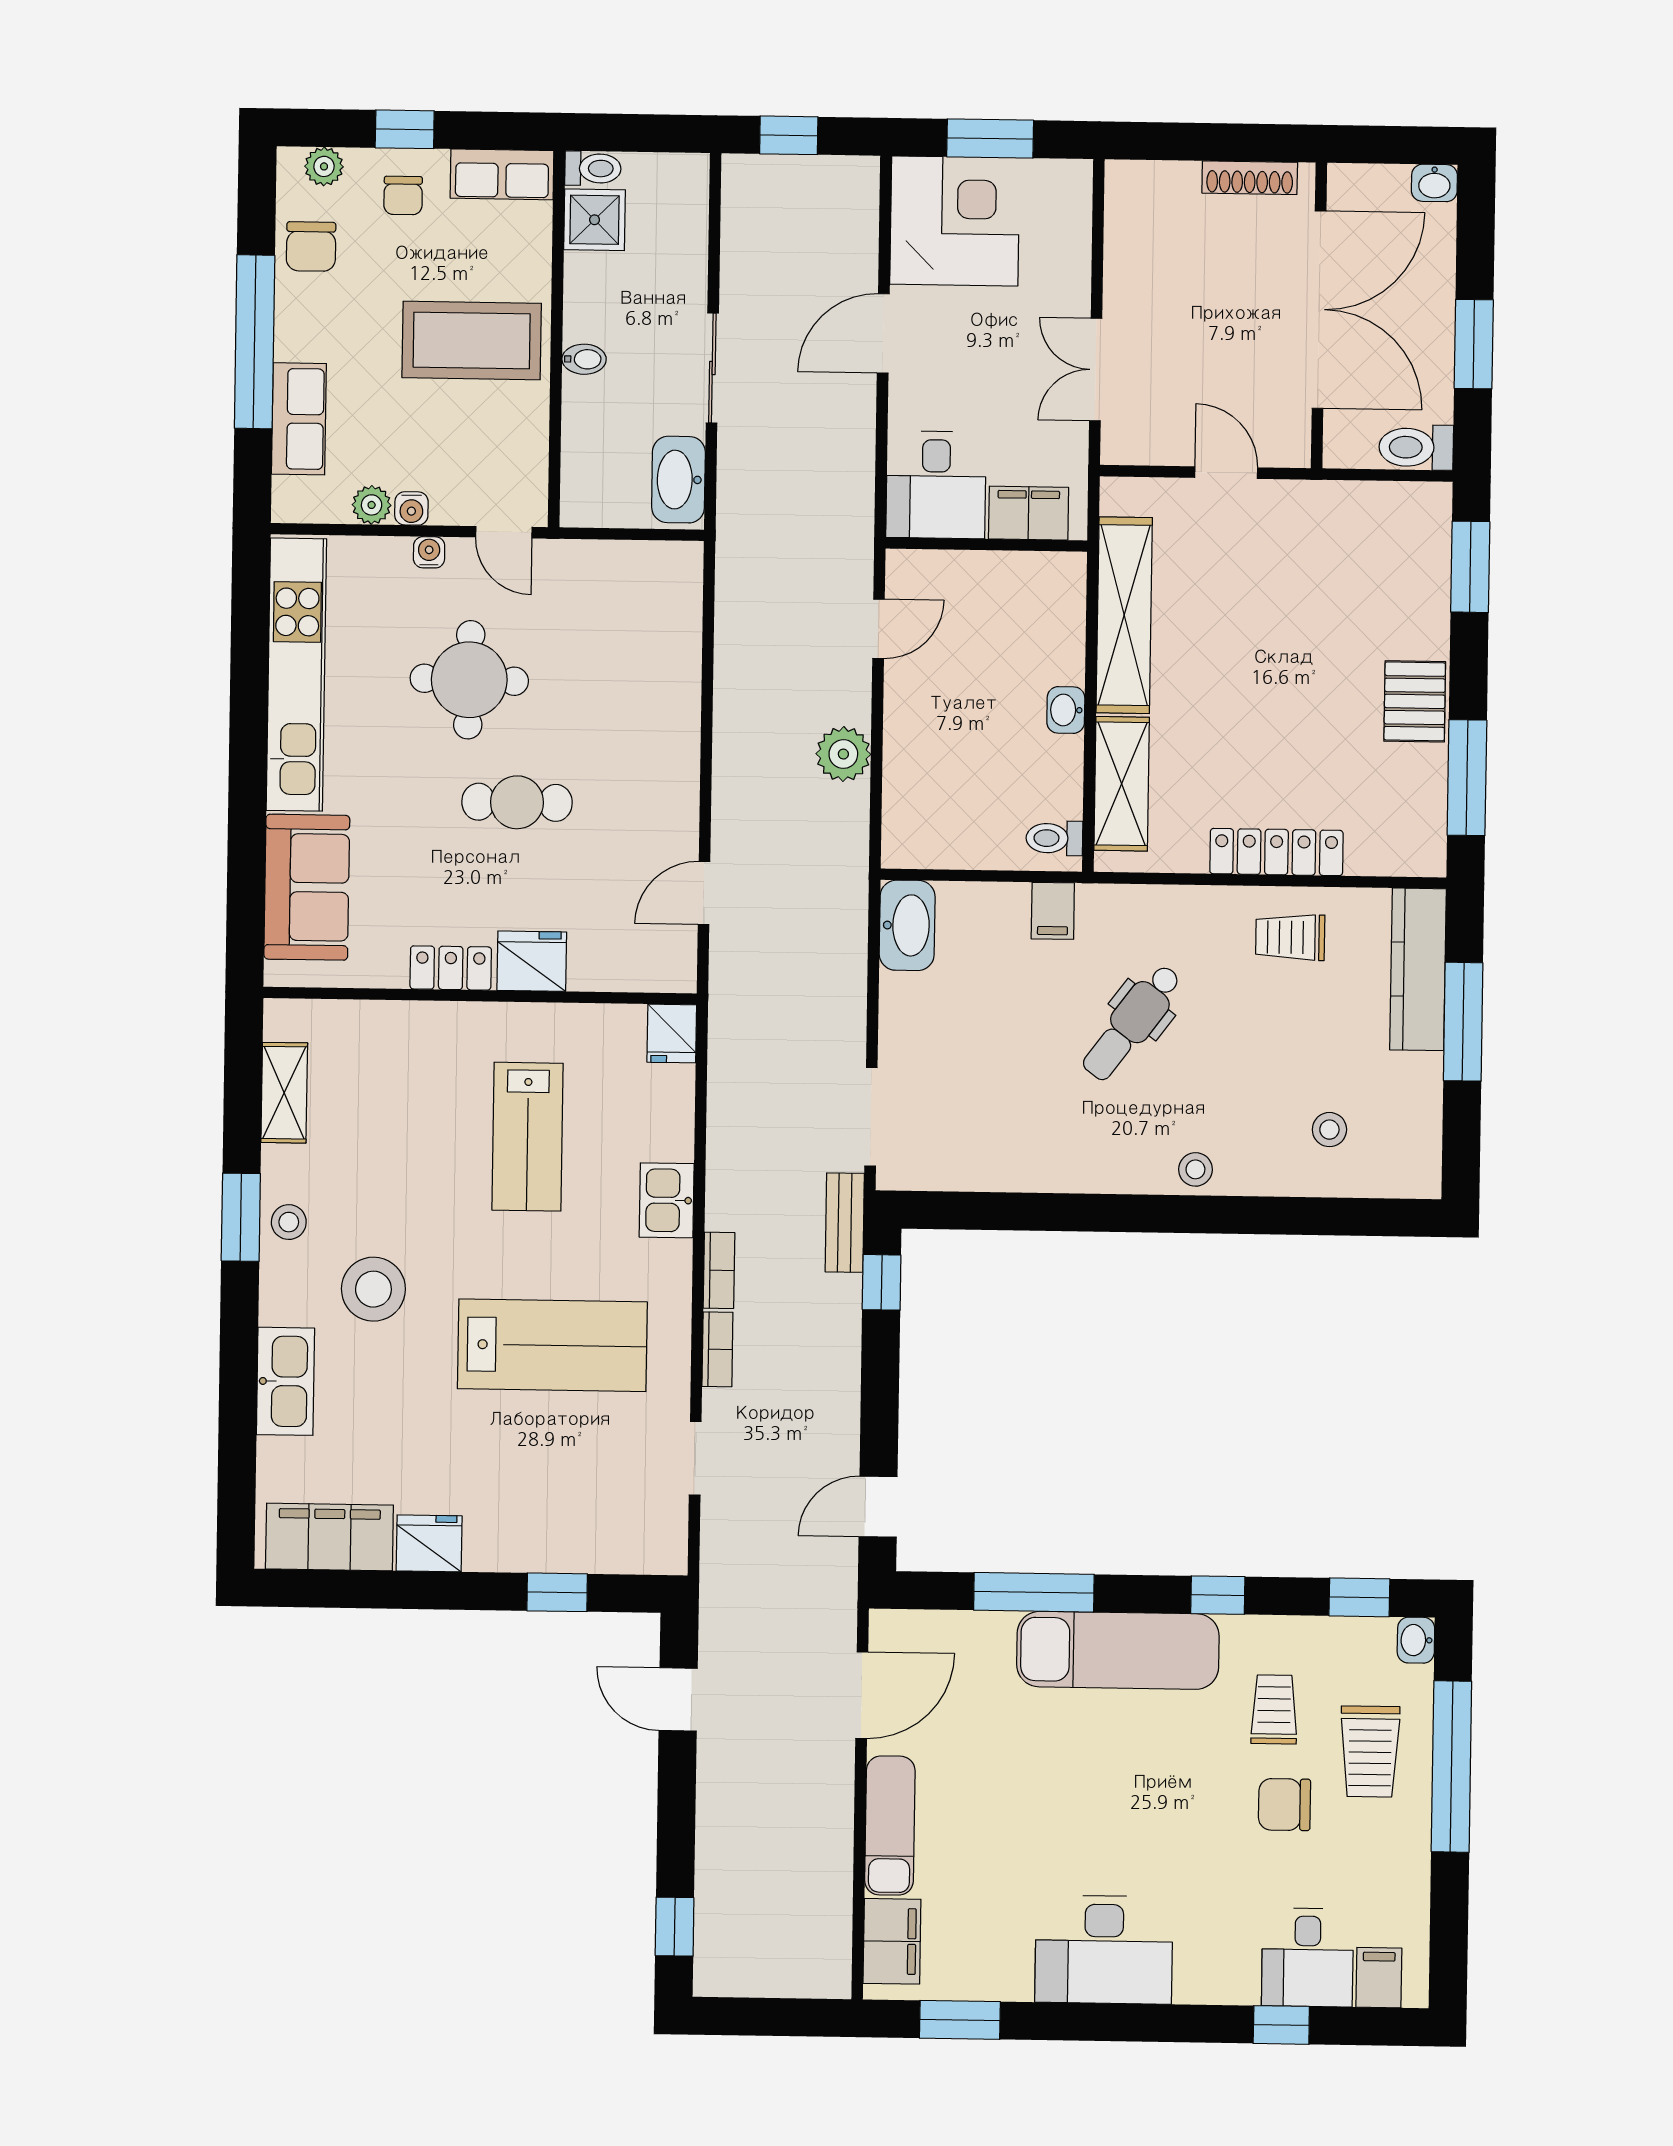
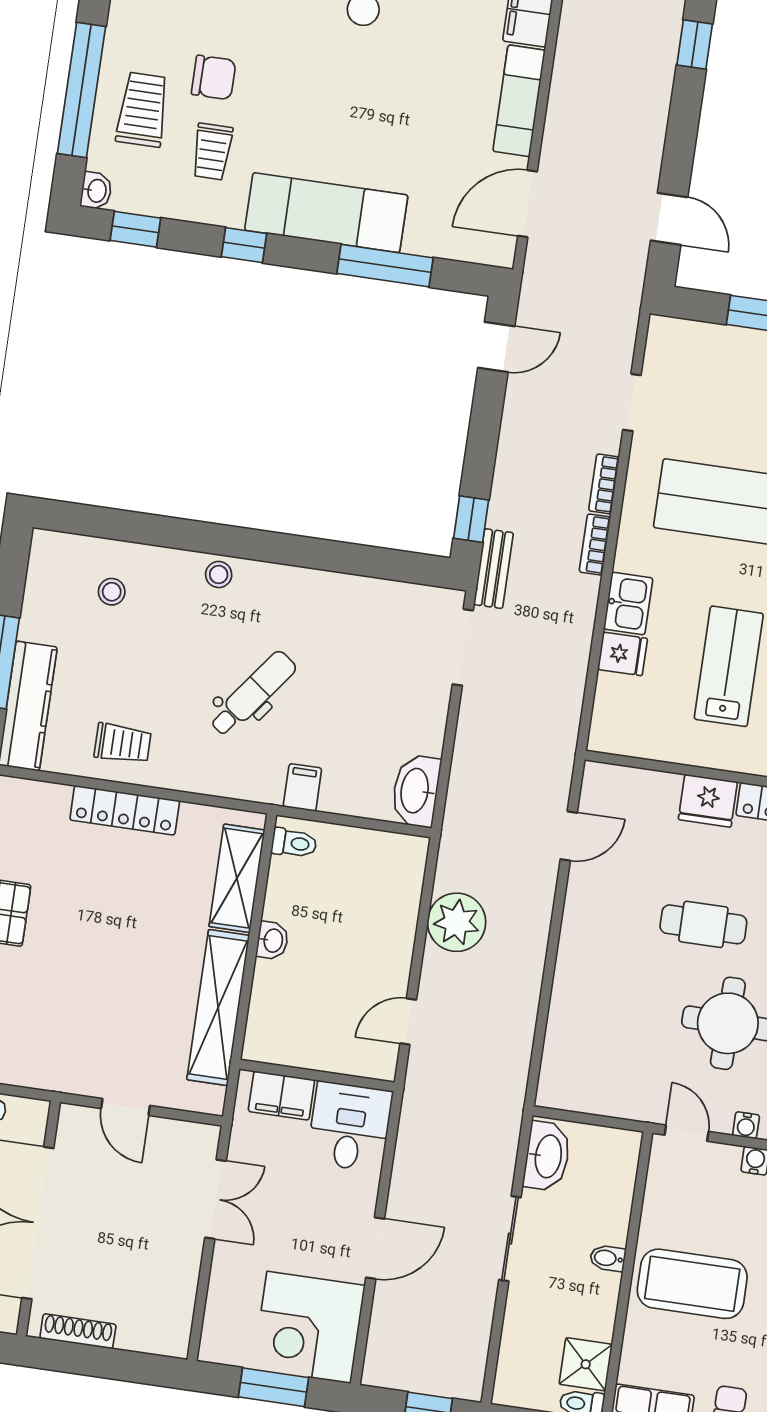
plant: (843, 754) -> (457, 922), width x1.36, depth x1.36
fridge: (672, 1034) -> (623, 654), moved, turned 90

